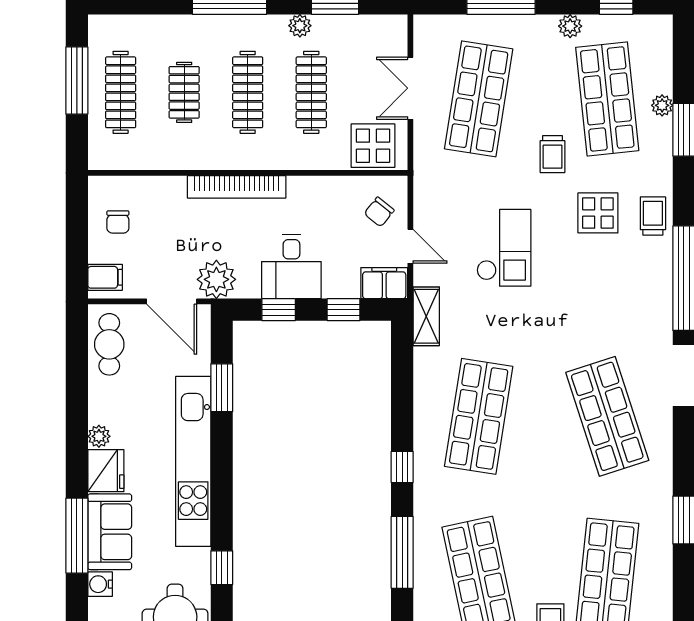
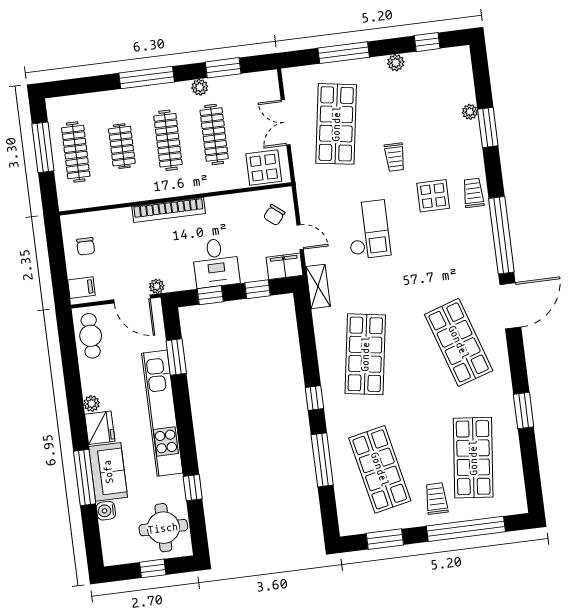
shop shelf: (607, 99) -> (429, 112), removed
plant: (216, 279) -> (157, 286), width x0.53, depth x0.53

